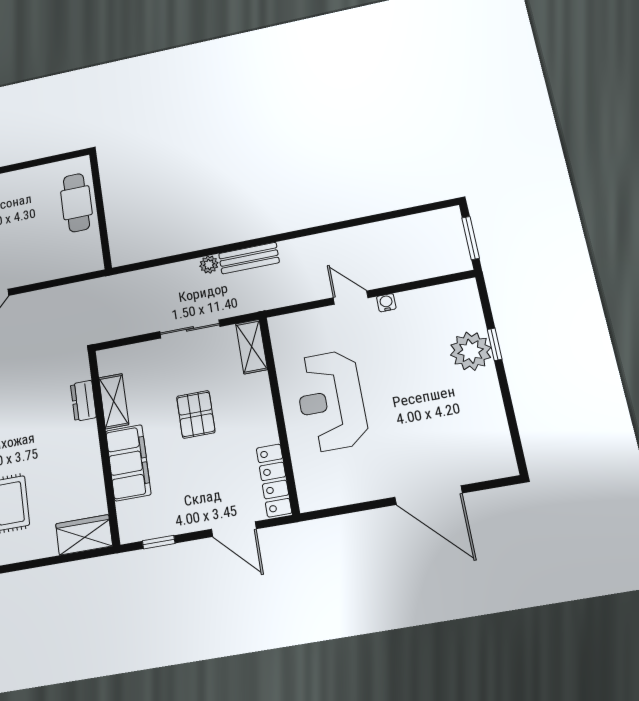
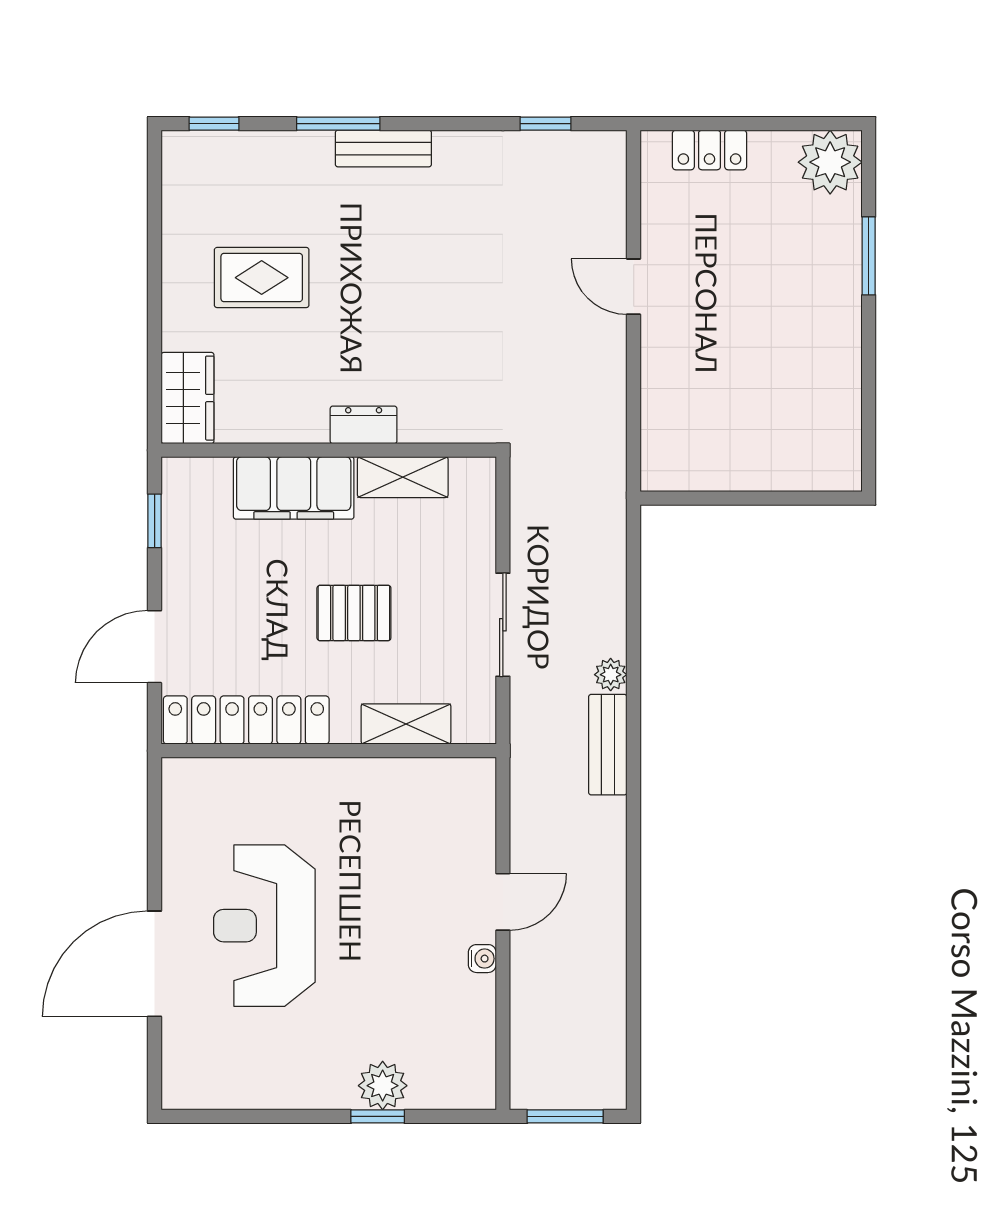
cafe table: (76, 203) -> (775, 457), removed
shelving: (252, 347) -> (406, 724), moved
plant: (471, 351) -> (383, 1086), width x0.73, depth x0.73
dresser: (83, 401) -> (364, 425), moved
reception desk: (331, 401) -> (264, 926), moved, turned -90
locker: (274, 480) -> (246, 720), width x1.41, depth x1.21

